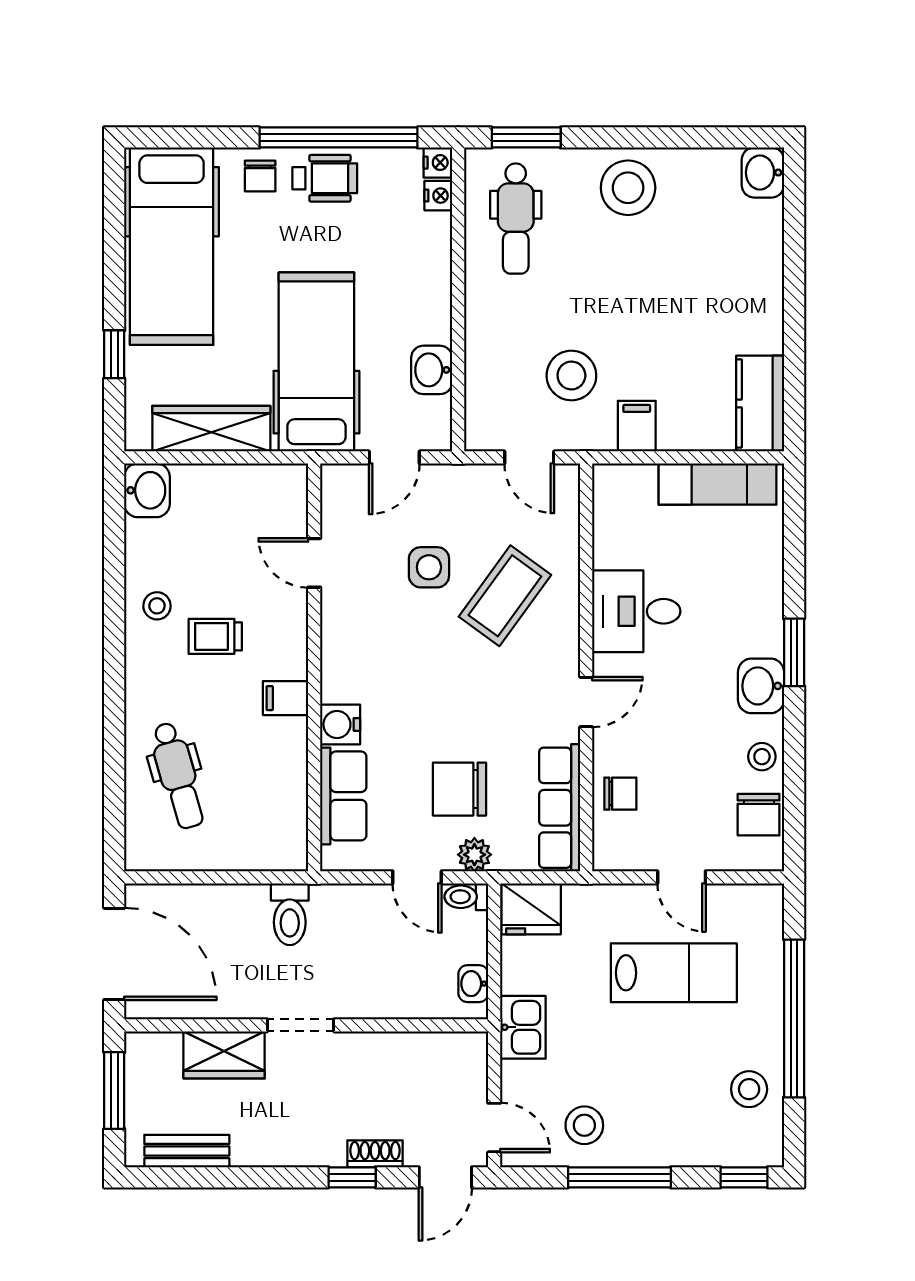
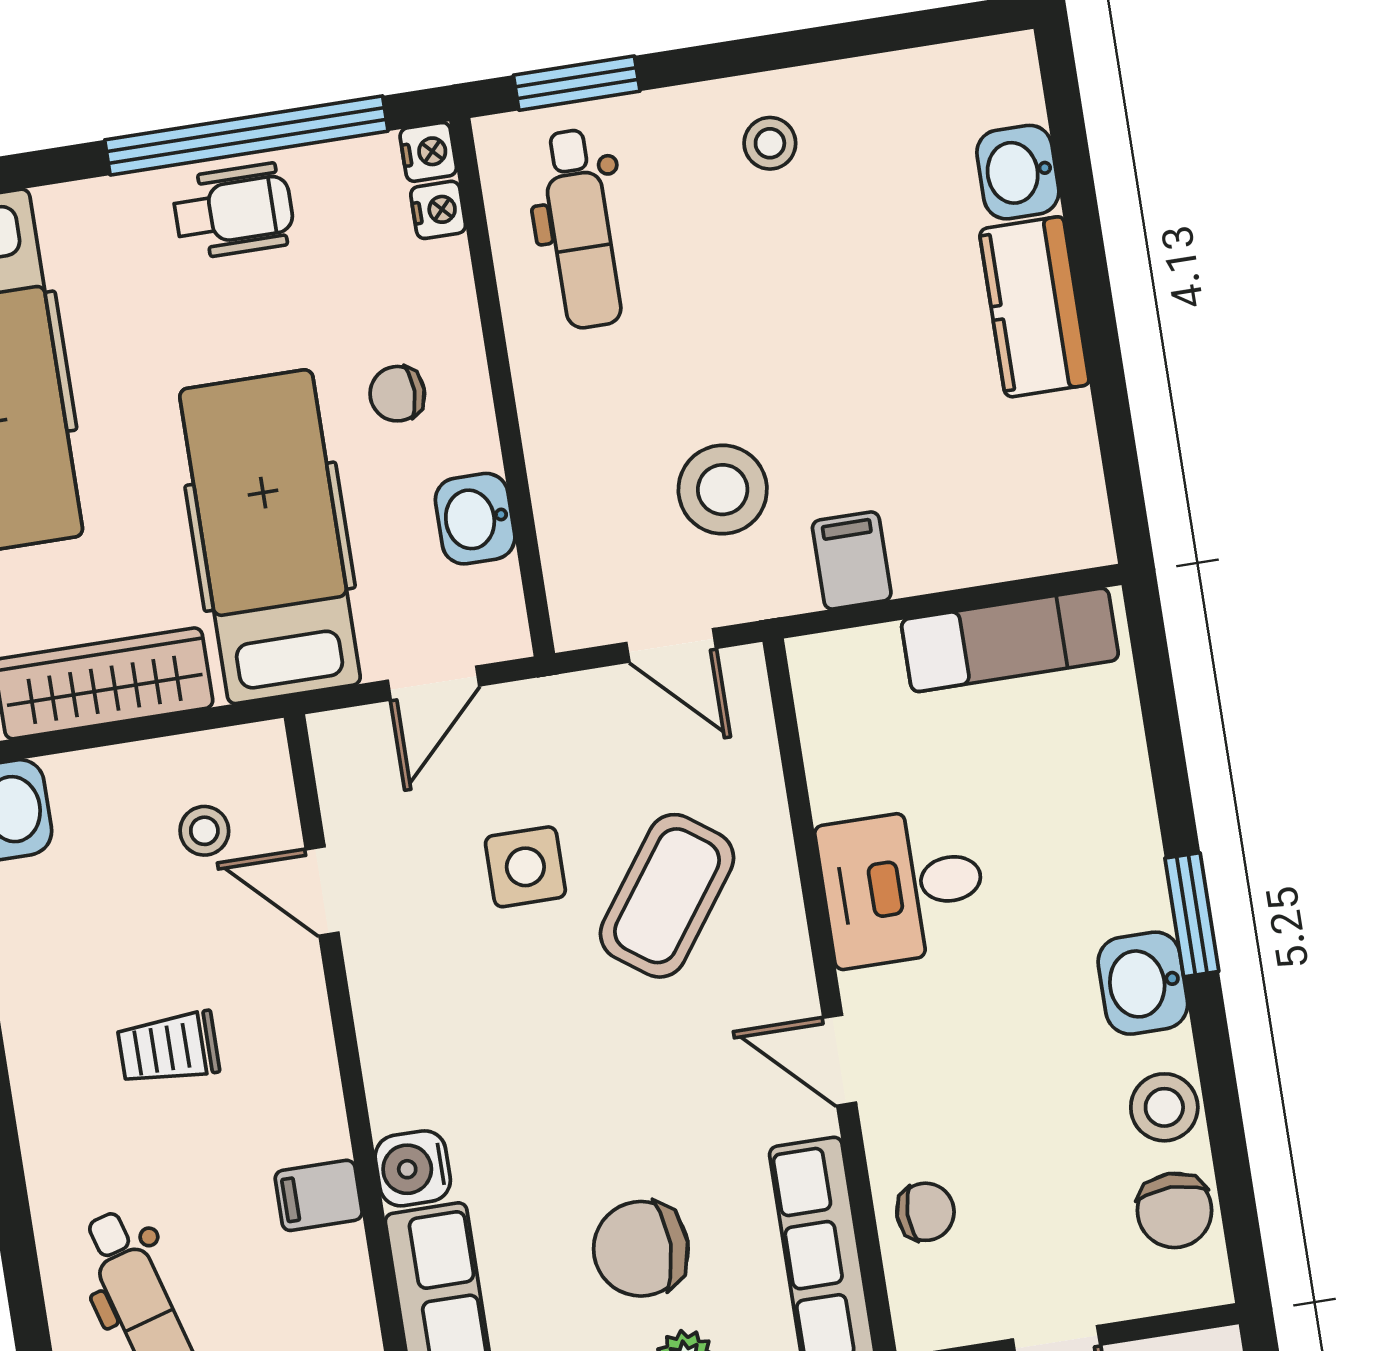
washbasin: (763, 173) -> (1018, 172), moved
chair: (260, 176) -> (397, 394), moved, turned 90
stool: (628, 188) -> (770, 143), width x0.53, depth x0.53
kitchen counter: (760, 403) -> (1034, 307), moved
stool: (157, 606) -> (204, 831), moved
filing cabinet: (286, 698) -> (319, 1195), moved
door: (586, 702) -> (840, 1060), swing flipped
stool: (762, 757) -> (1164, 1107), width x1.37, depth x1.37

